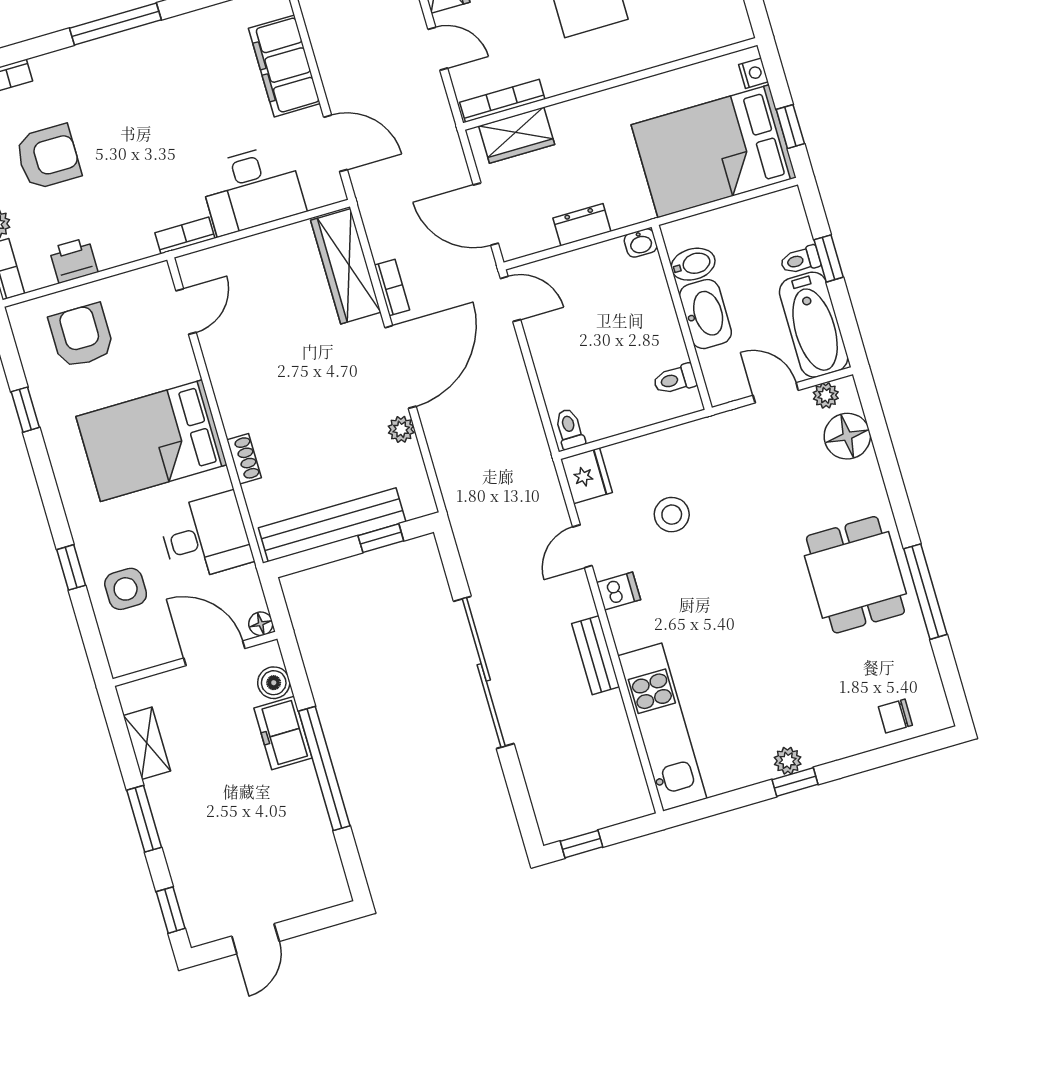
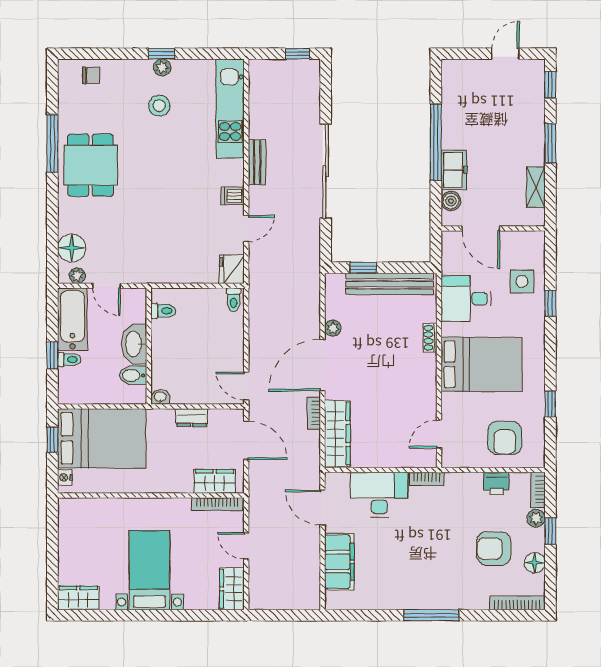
stool: (672, 515) -> (159, 106), moved
floor lamp: (261, 624) -> (448, 238), removed

